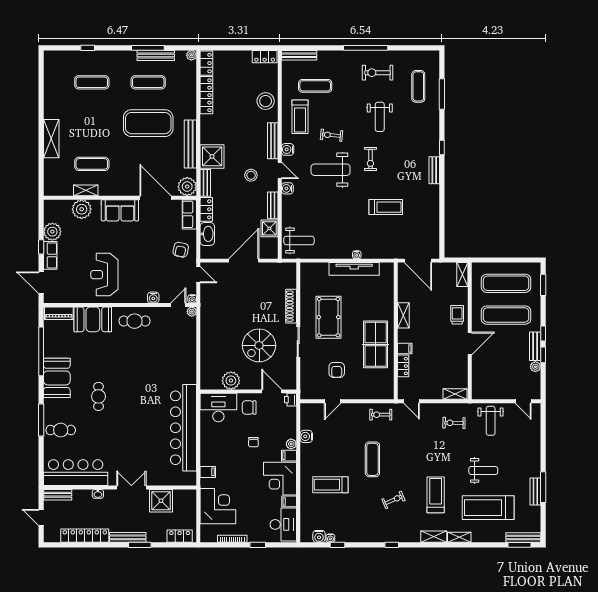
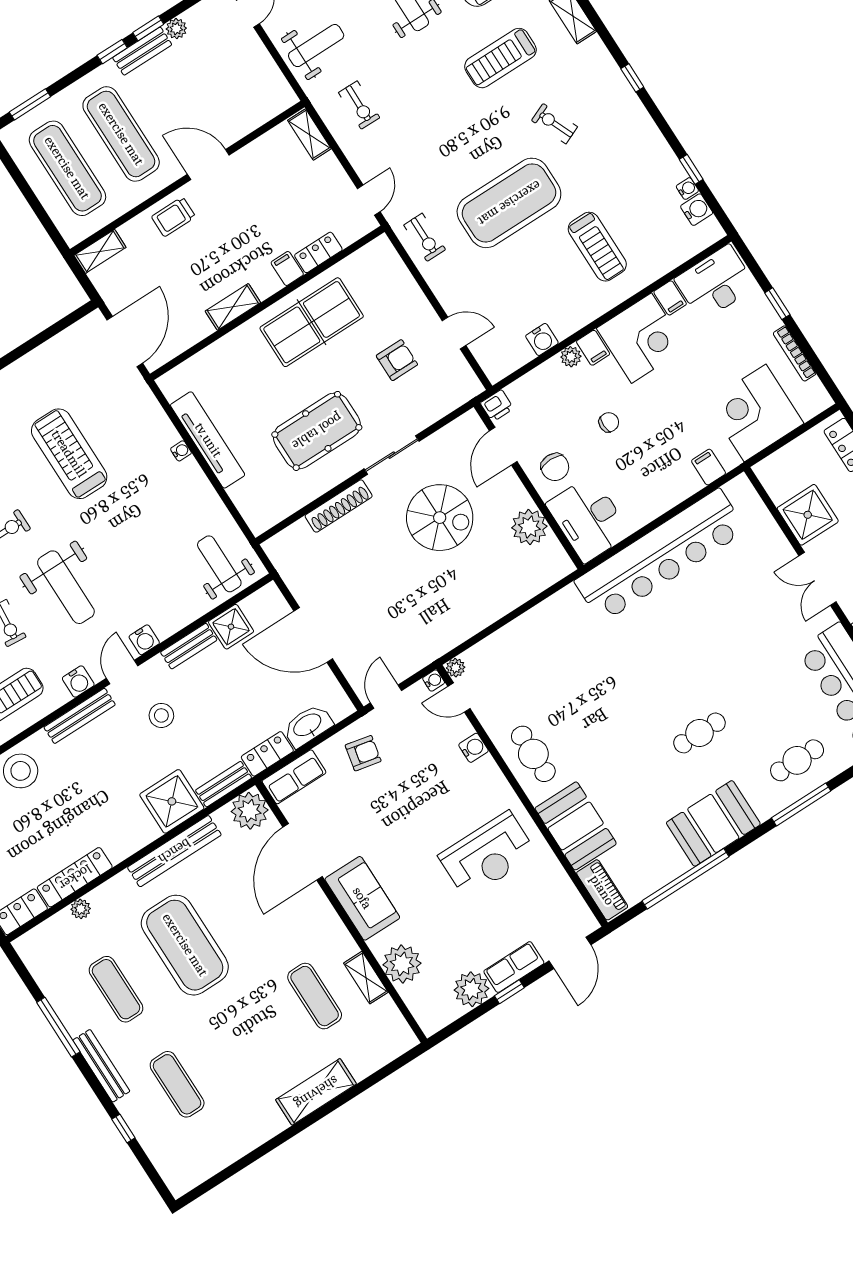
plant: (191, 55) -> (81, 909), moved
bench: (156, 56) -> (101, 1066), moved
treadmill: (386, 207) -> (69, 454), width x1.37, depth x1.38
cafe table: (61, 430) -> (797, 760), turned 90
exercise mat: (372, 459) -> (509, 203), width x2.00, depth x1.45

